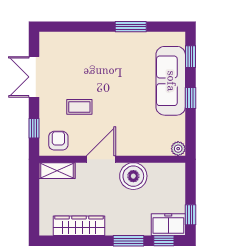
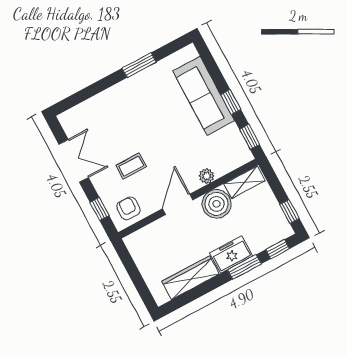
window: (190, 57) -> (250, 137), moved
double door: (34, 77) -> (74, 161), swing flipped
plant: (178, 149) -> (207, 176), moved
shelving: (57, 171) -> (244, 182), moved
freezer: (168, 225) -> (231, 255), moved

